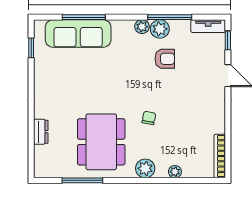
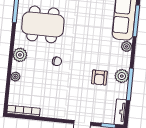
plant: (142, 27) -> (126, 46), moved

